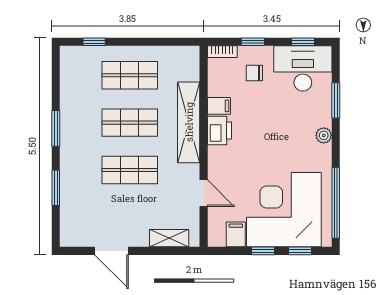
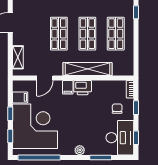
filing cabinet: (219, 106) -> (68, 87), moved

